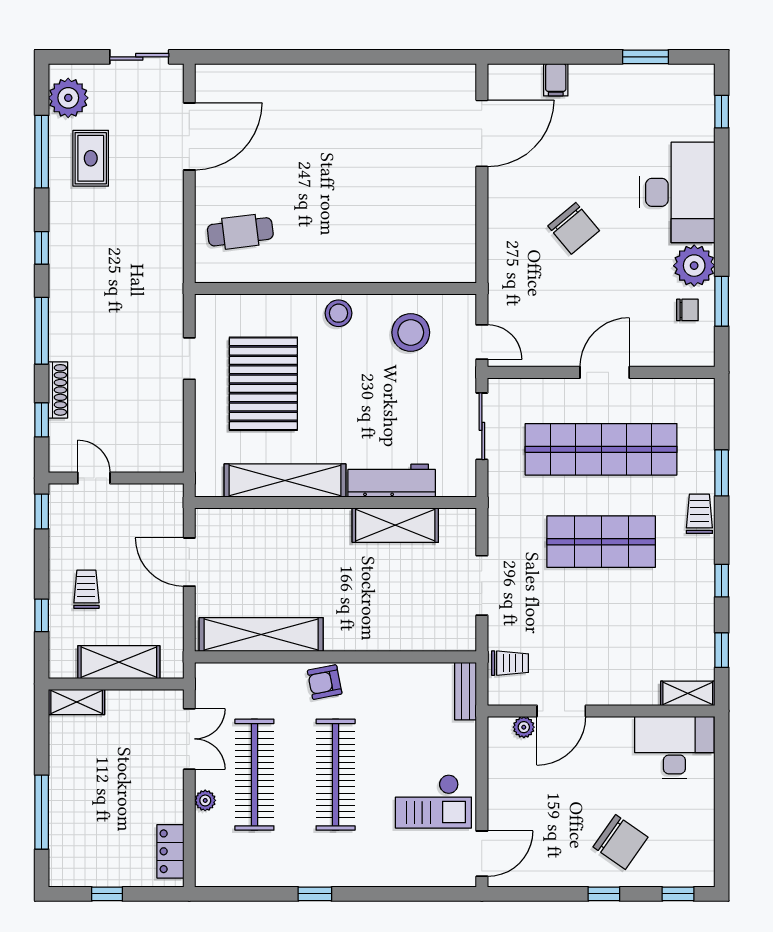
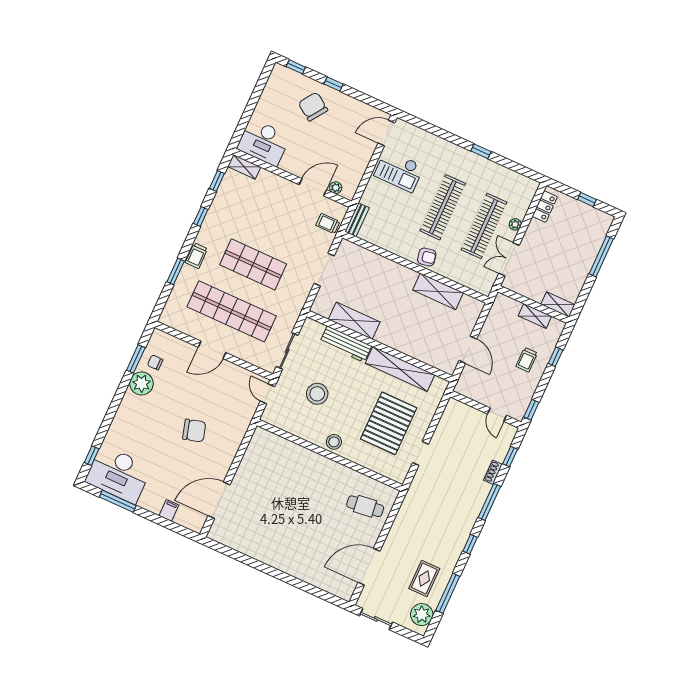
window: (646, 57) -> (118, 501), width x1.44
desk: (677, 192) -> (118, 474), moved, turned -90
chair: (574, 228) -> (194, 431), turned 114
stool: (411, 332) -> (317, 394), moved
shoe rack: (58, 390) -> (493, 472), width x0.70
shelving: (261, 635) -> (438, 291), width x0.68
shelving: (119, 662) -> (535, 316), width x0.67, depth x0.75
checkout: (433, 801) -> (399, 171), turned 180

